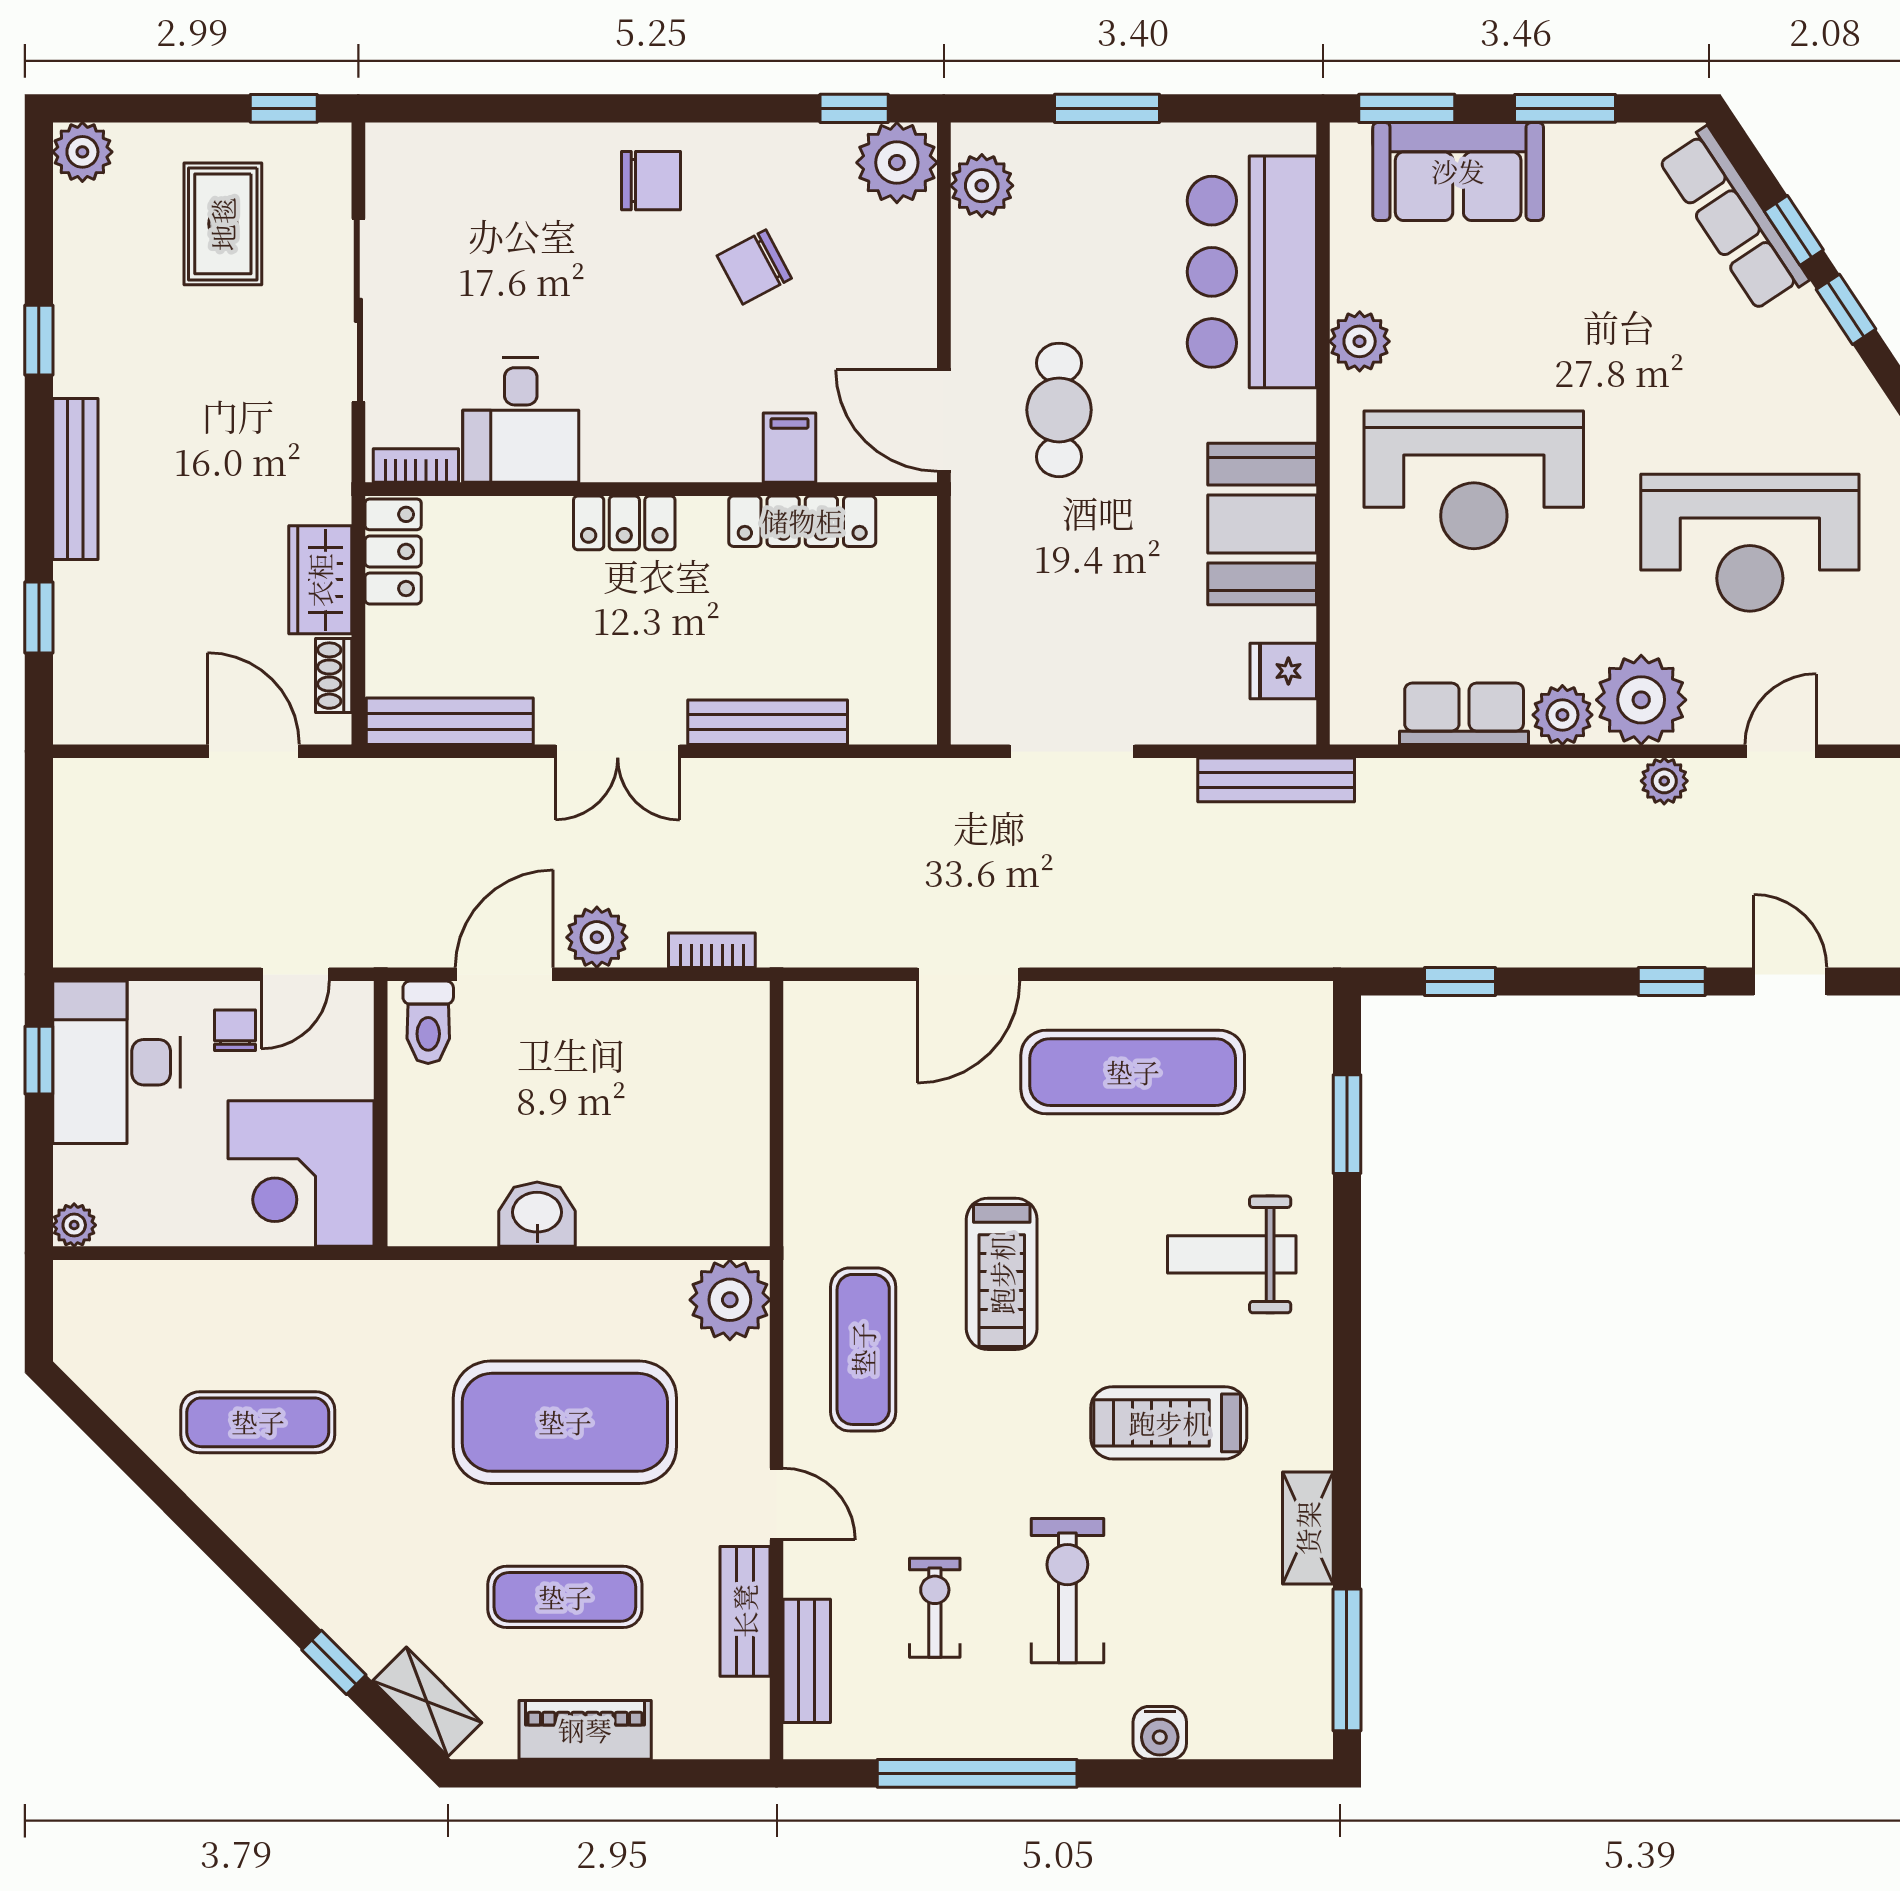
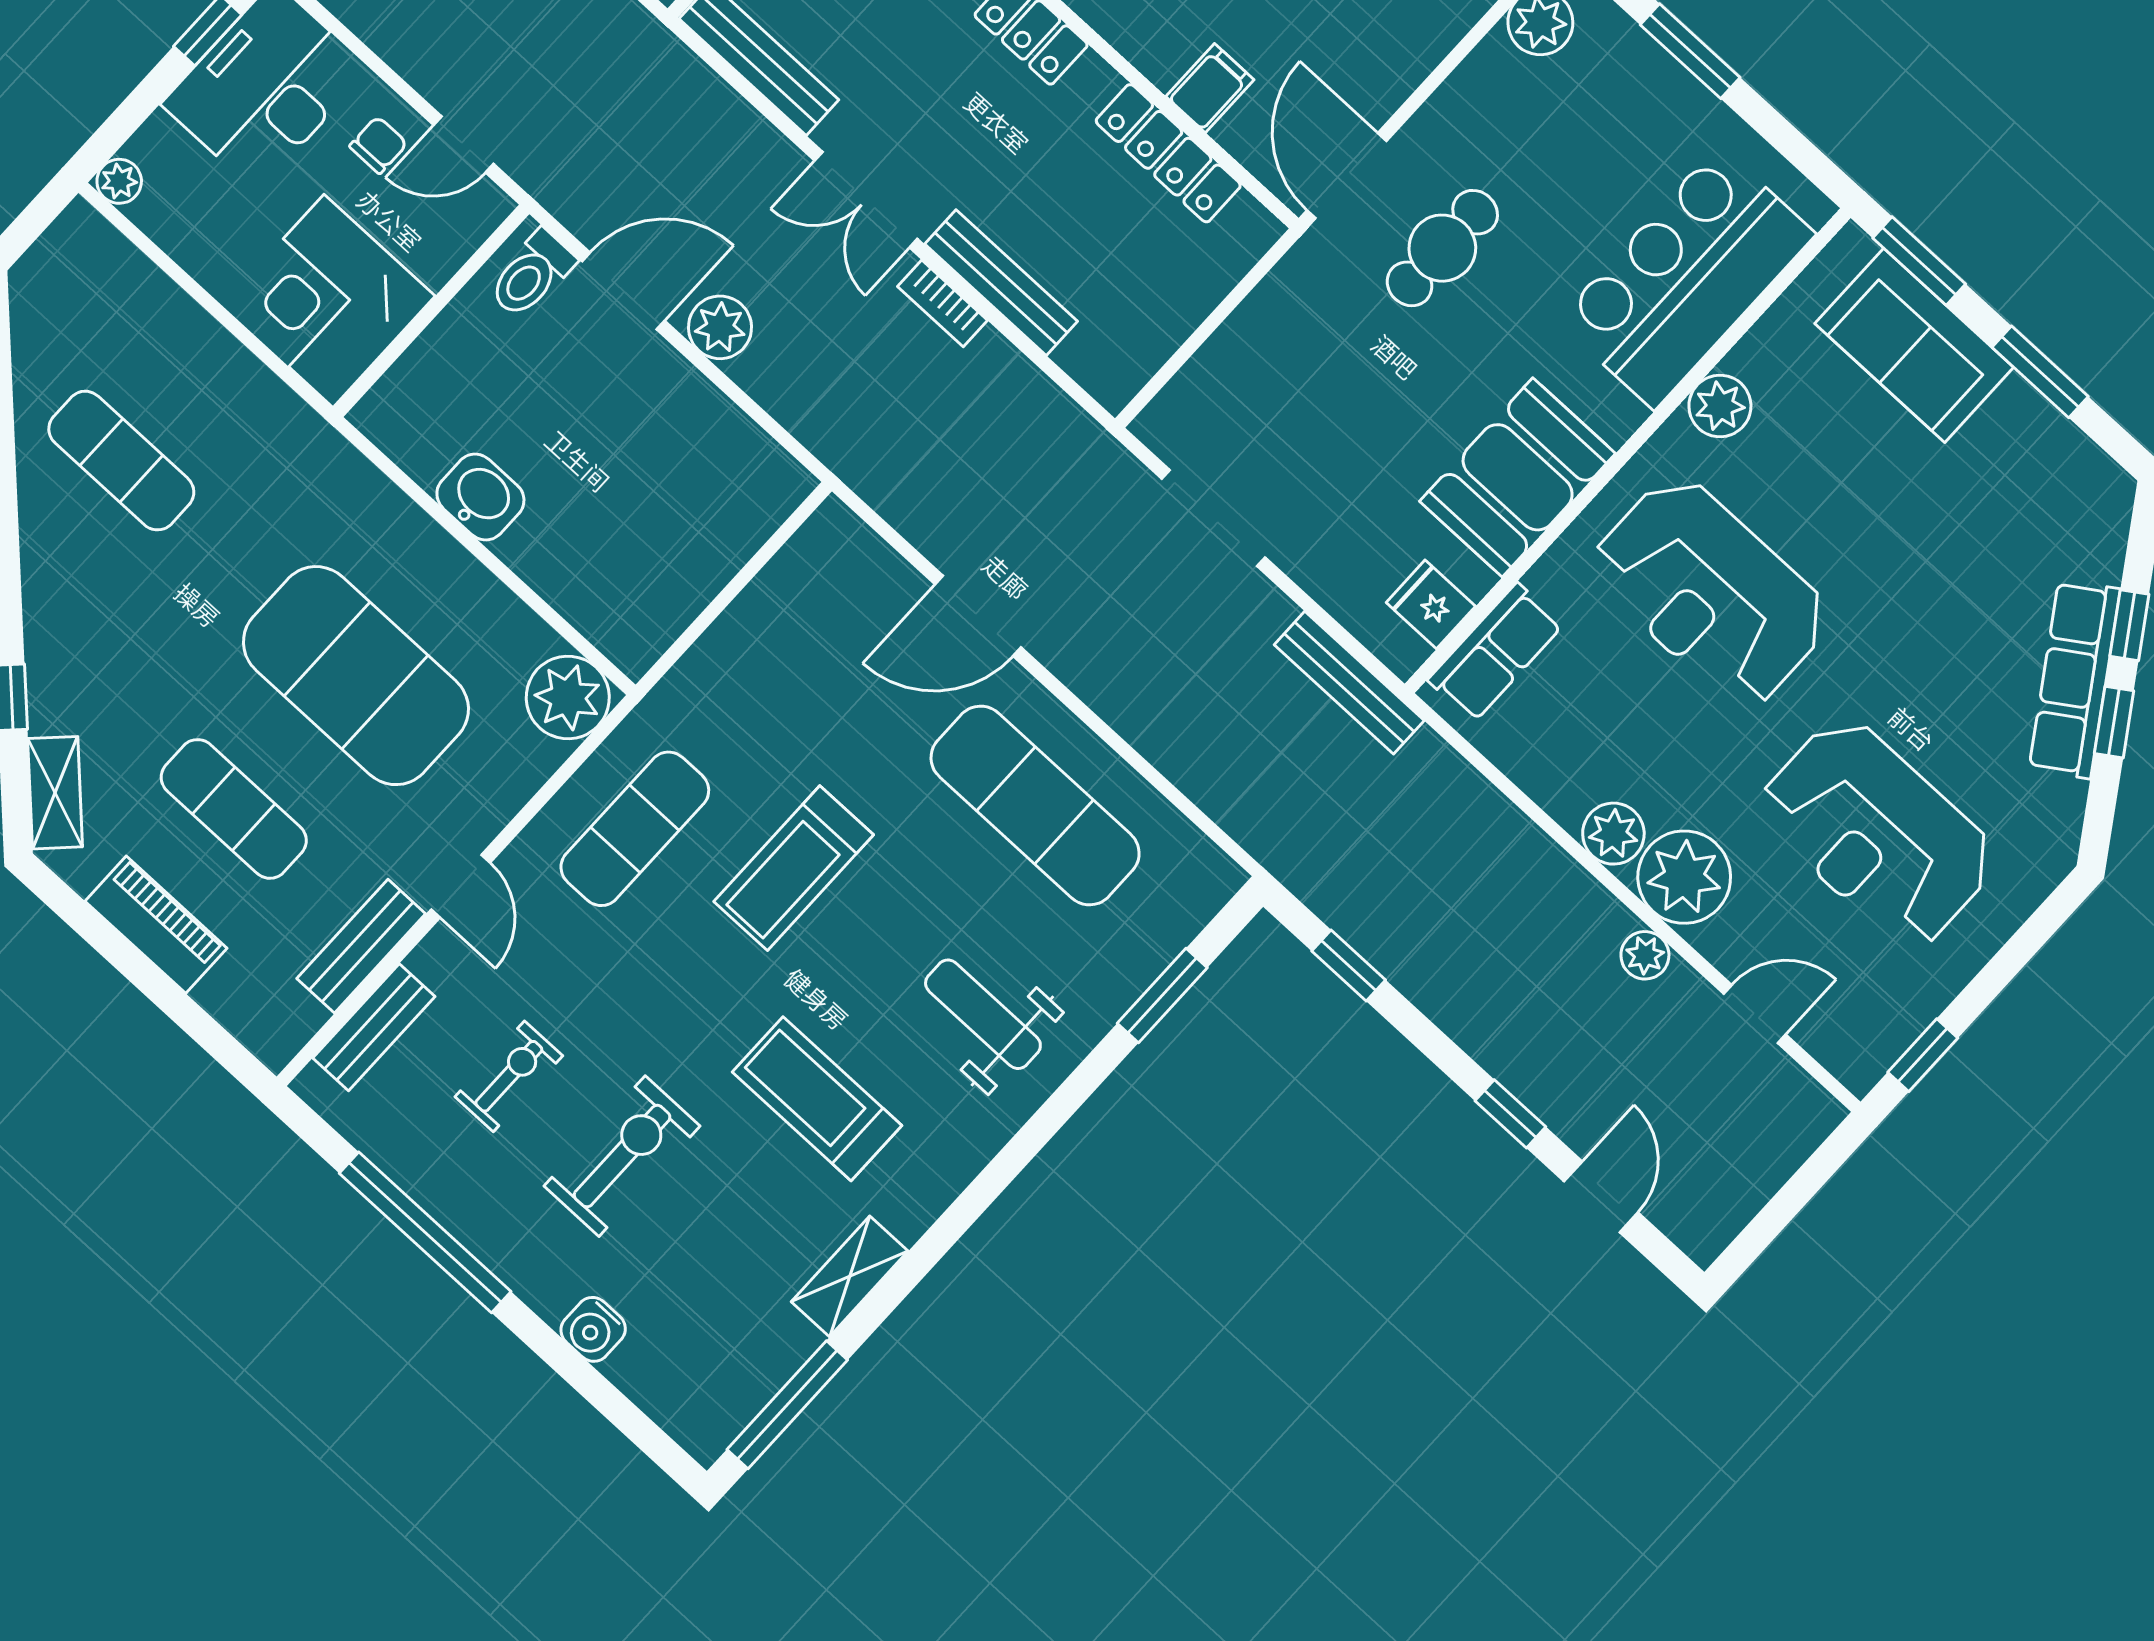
row of seats: (1733, 219) -> (2075, 679), moved
row of seats: (1464, 714) -> (1495, 652), moved, turned 90
bookcase: (712, 950) -> (942, 303), moved, turned 180

